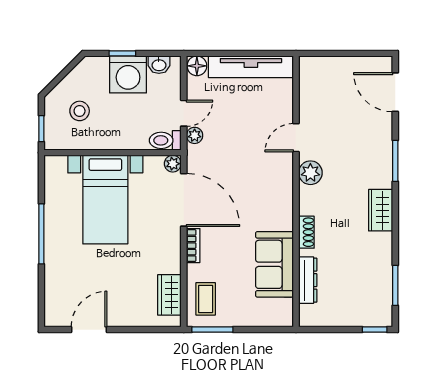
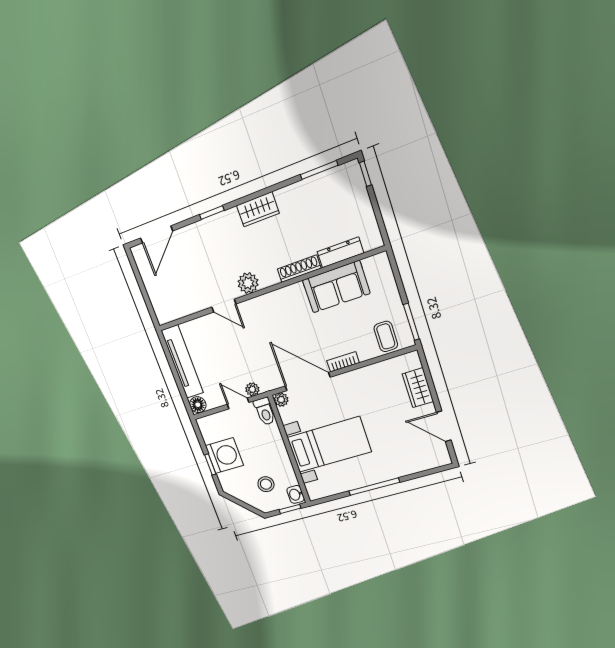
washbasin: (159, 65) -> (296, 494), moved, turned 180
window: (395, 161) -> (212, 213), width x0.67
door: (184, 200) -> (307, 382), hinge flipped
shoe rack: (306, 232) -> (299, 269), width x1.43
wardrobe: (169, 295) -> (418, 388), moved, turned 90
coffee table: (206, 299) -> (386, 336), turned 90

